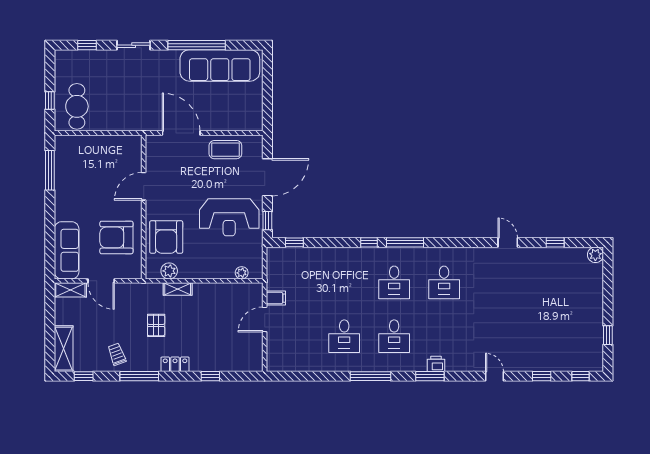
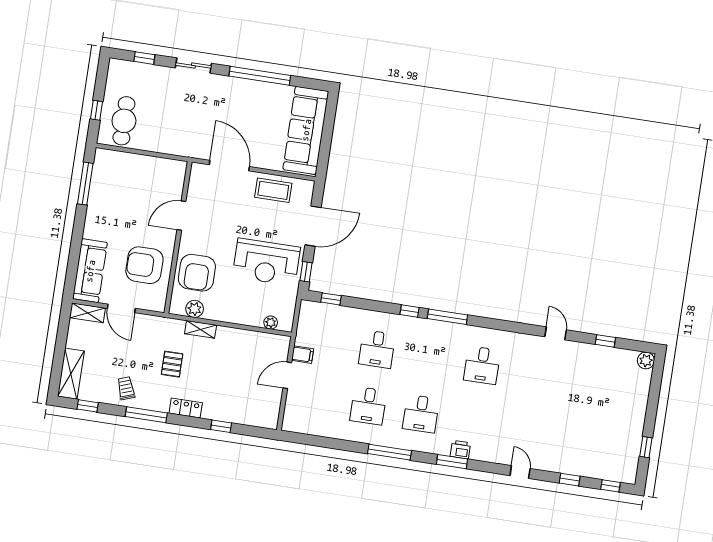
sofa: (220, 65) -> (306, 130), moved, turned 90
desk: (394, 282) -> (377, 349), moved

